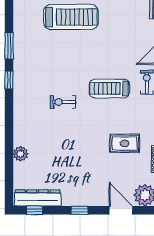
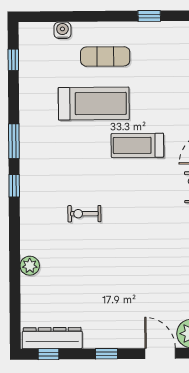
treadmill: (109, 88) -> (137, 145), moved
rug: (125, 143) -> (164, 267), removed
plant: (21, 154) -> (30, 266), moved

